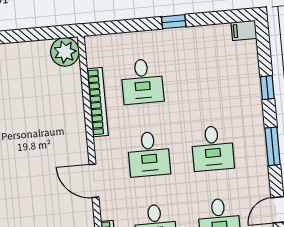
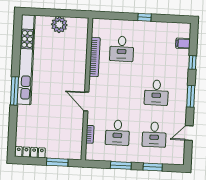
filing cabinet: (244, 30) -> (183, 43), moved
plant: (65, 52) -> (59, 25), moved
desk: (149, 154) -> (120, 91), removed

